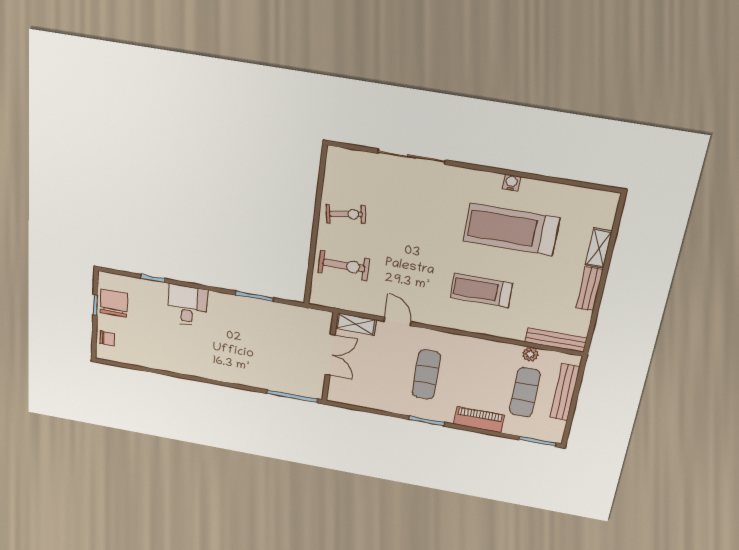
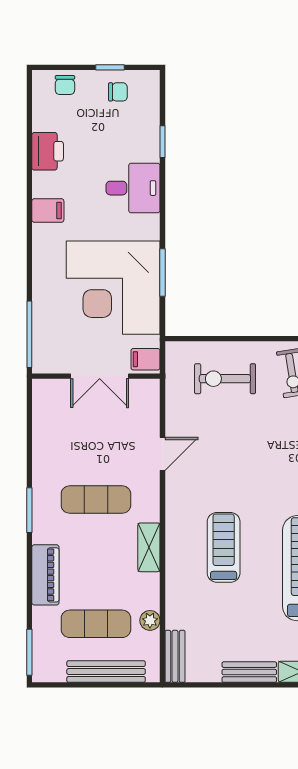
exercise bike: (344, 265) -> (225, 379), turned 90
chair: (114, 303) -> (118, 92), width x0.54, depth x0.54
filing cabinet: (321, 320) -> (145, 359), added
shelving: (356, 324) -> (149, 547), moved
corner desk: (263, 333) -> (113, 288), added
bench: (556, 340) -> (175, 656), width x0.73
printer: (156, 359) -> (48, 151), added
filing cabinet: (200, 367) -> (48, 211), added

